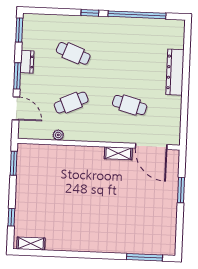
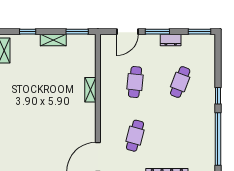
cafe table: (71, 103) -> (135, 82), turned 30
plant: (58, 135) -> (105, 71), removed
shelving: (118, 153) -> (90, 90), moved
shelving: (22, 190) -> (53, 40), added

